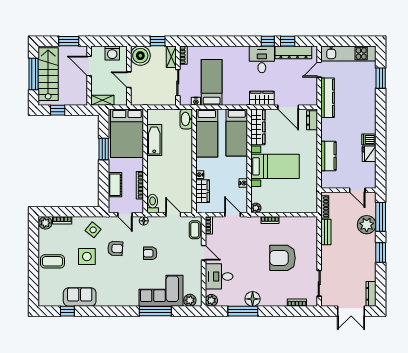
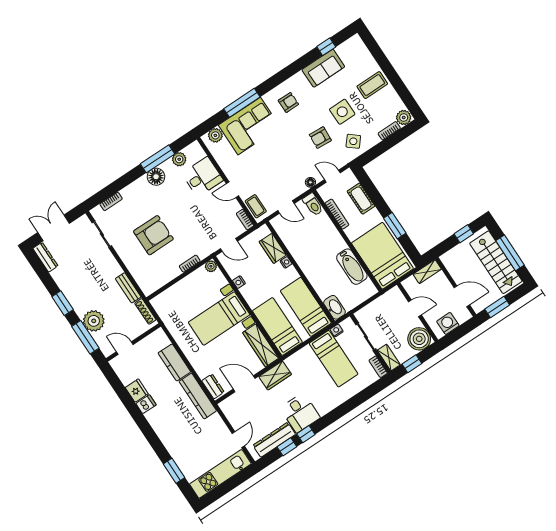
kitchen counter: (328, 98) -> (198, 396), moved
armchair: (150, 253) -> (288, 102), moved
plant: (211, 300) -> (179, 159), moved

